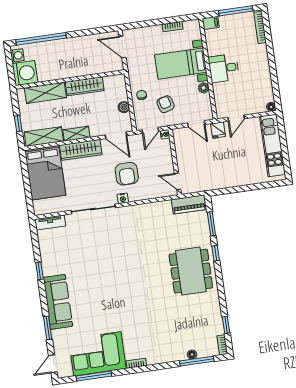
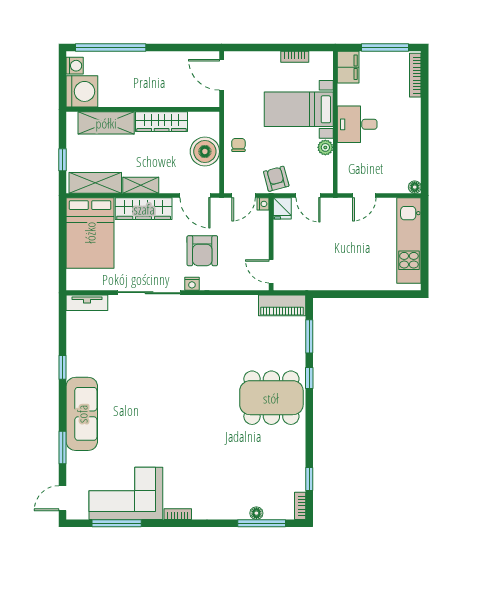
filing cabinet: (211, 23) -> (348, 67), width x2.00
armchair: (166, 104) -> (276, 179), moved
boiler: (124, 107) -> (205, 151), width x1.86, depth x1.86
fridge: (218, 130) -> (282, 208), moved
dining table: (191, 271) -> (271, 398), turned 90

